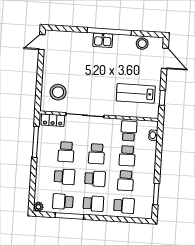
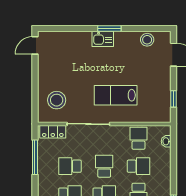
window: (109, 31) -> (109, 29), width x0.47
lab bench: (136, 93) -> (116, 95), moved
school desk: (66, 152) -> (70, 166), turned 90
school desk: (97, 154) -> (104, 166), turned 180
school desk: (127, 156) -> (138, 166), turned -90

